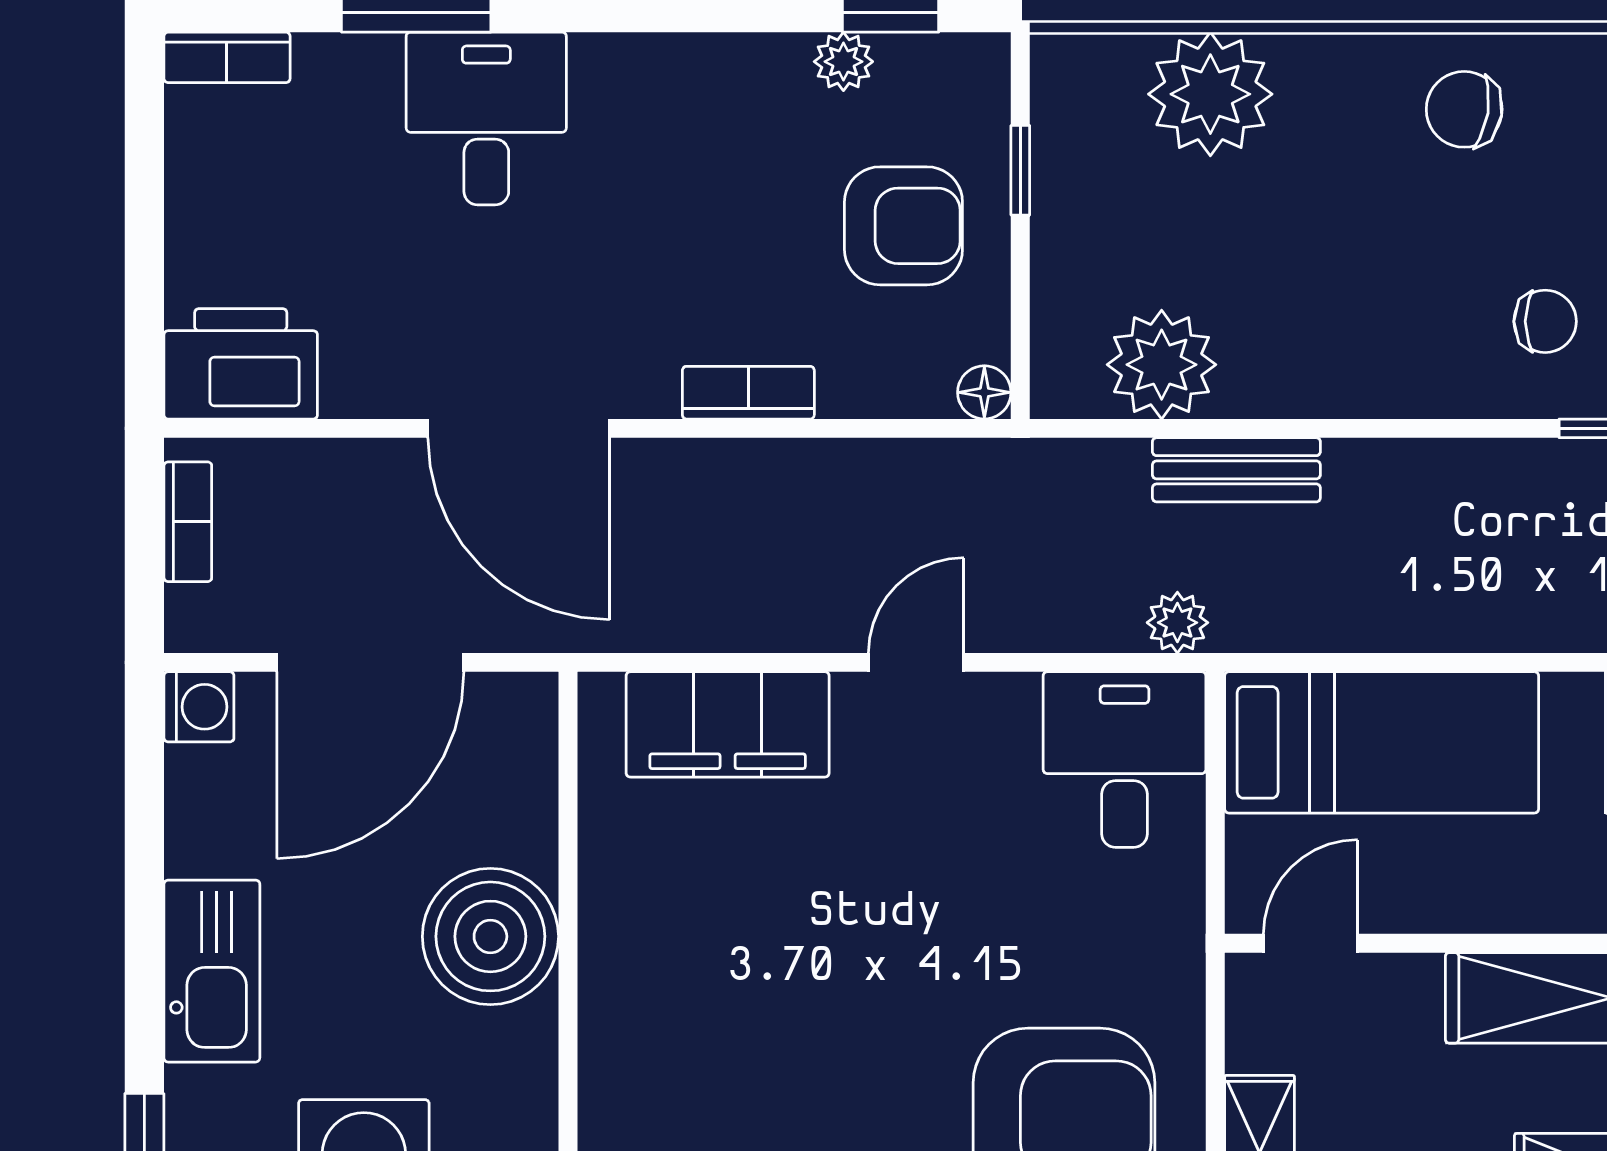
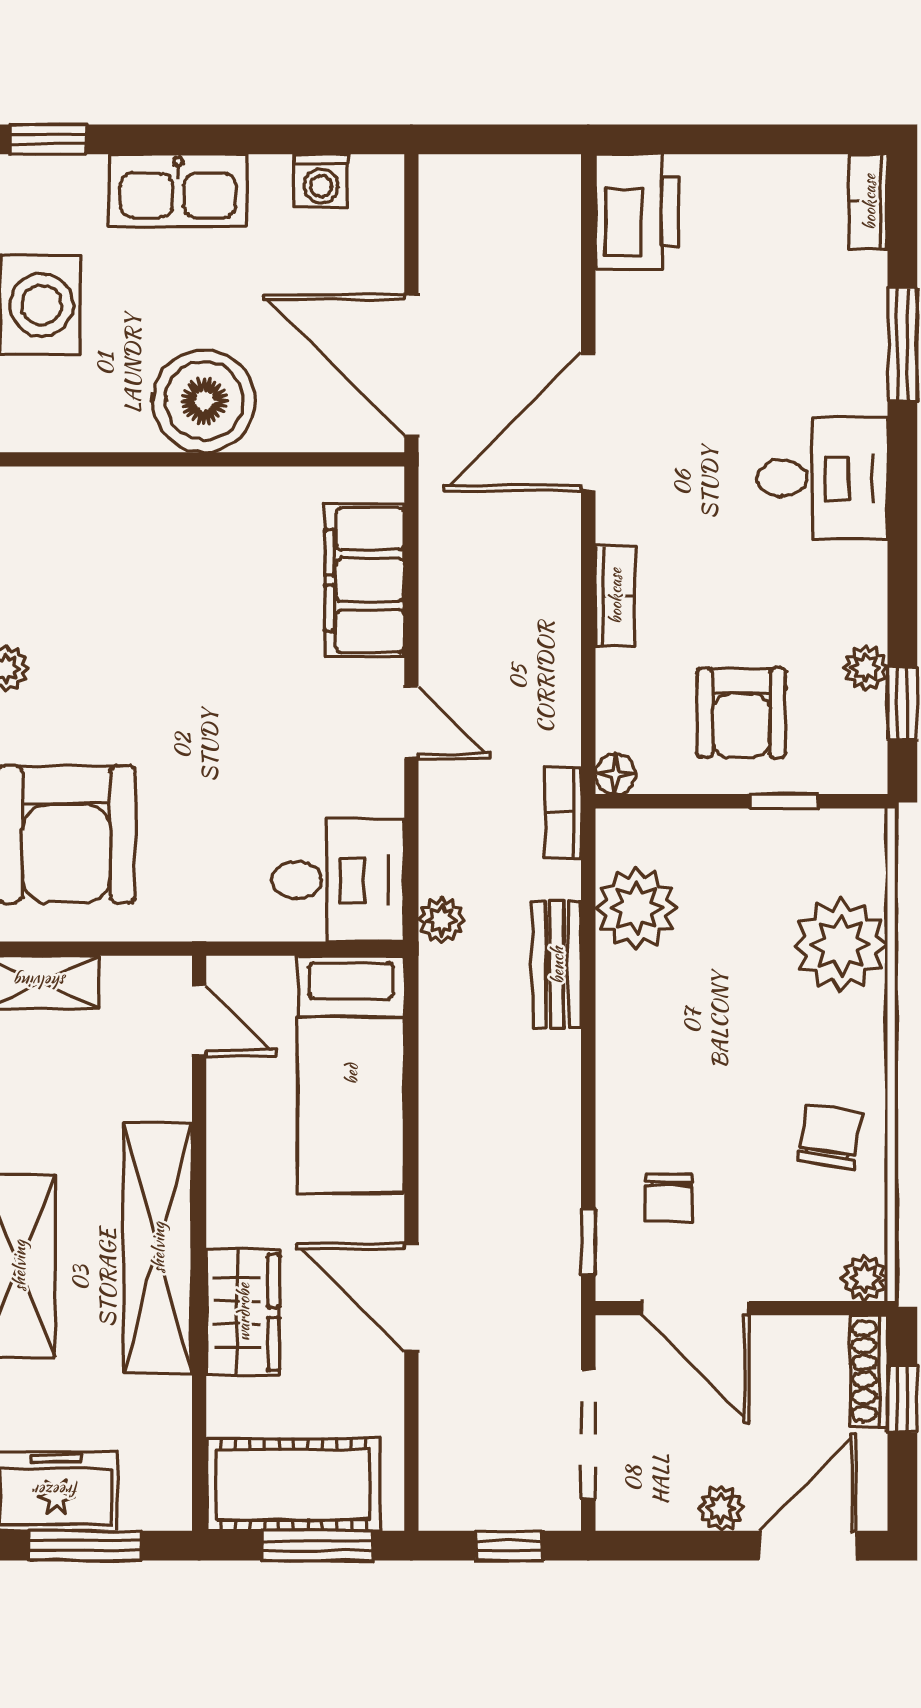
desk: (486, 118) -> (822, 478), moved
bookcase: (188, 522) -> (563, 813), moved, turned 90
door: (370, 662) -> (411, 365), moved
washing machine: (199, 707) -> (321, 181), moved

